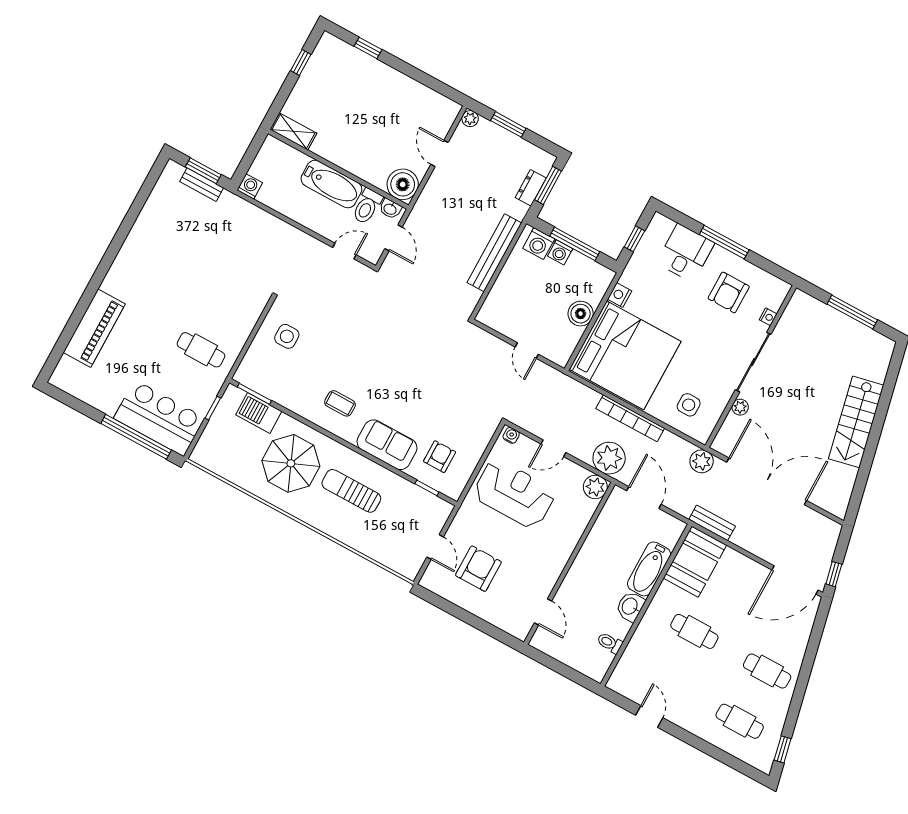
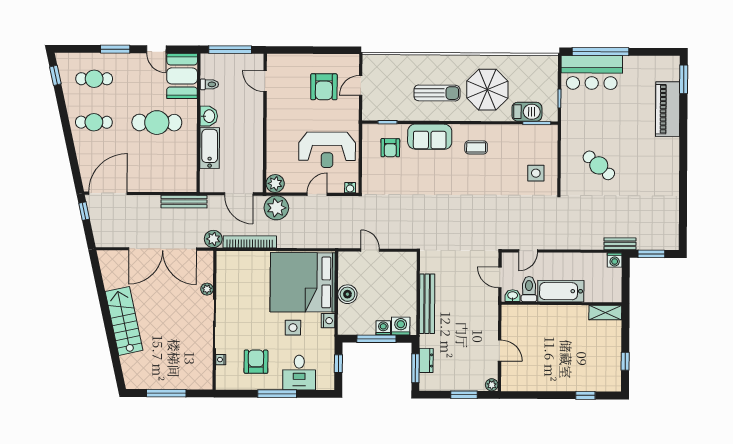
boiler: (403, 184) -> (513, 317), removed
bench: (202, 185) -> (620, 244), moved
cafe table: (201, 350) -> (599, 165), moved, turned 41
window: (57, 353) -> (684, 79), added
side table: (689, 405) -> (293, 328), moved
bookcase: (630, 418) -> (250, 242), moved
bench: (712, 523) -> (184, 202), width x1.36
door: (435, 547) -> (361, 86), hinge flipped
booth: (695, 562) -> (182, 76), moved
cafe table: (694, 631) -> (157, 123), width x1.37, depth x1.35
window: (564, 670) -> (230, 50), added
window: (697, 743) -> (115, 49), added

